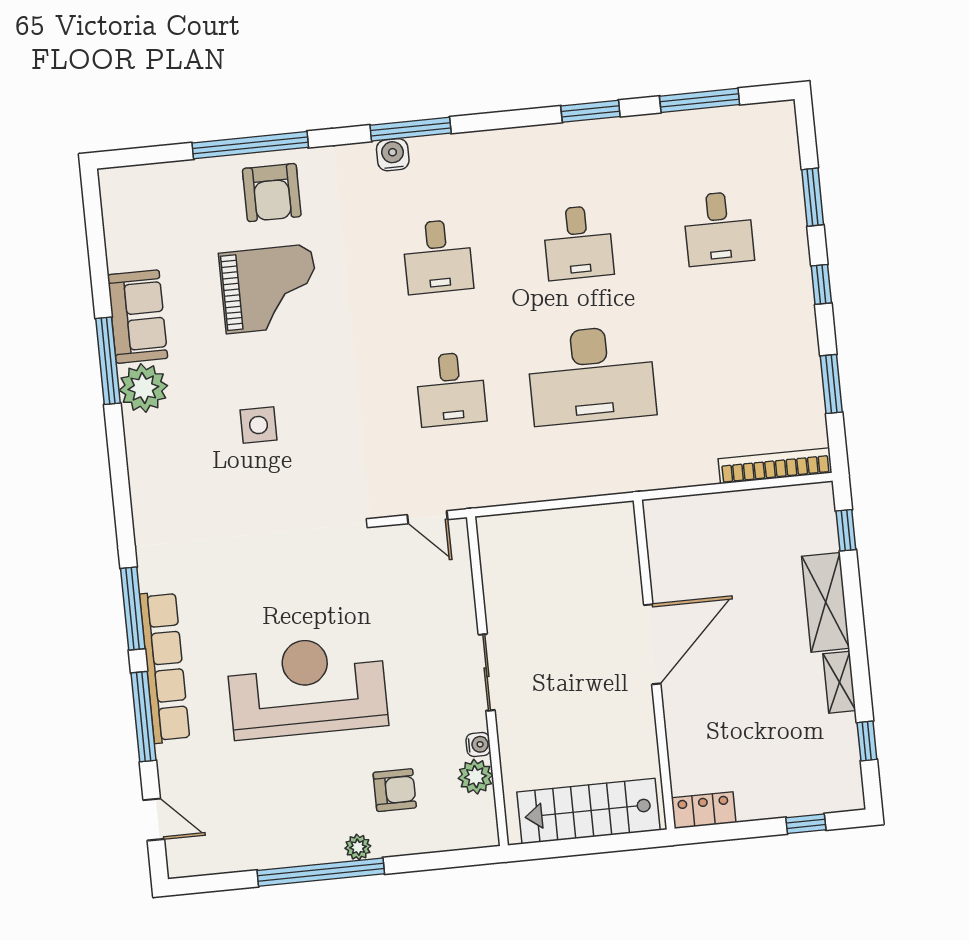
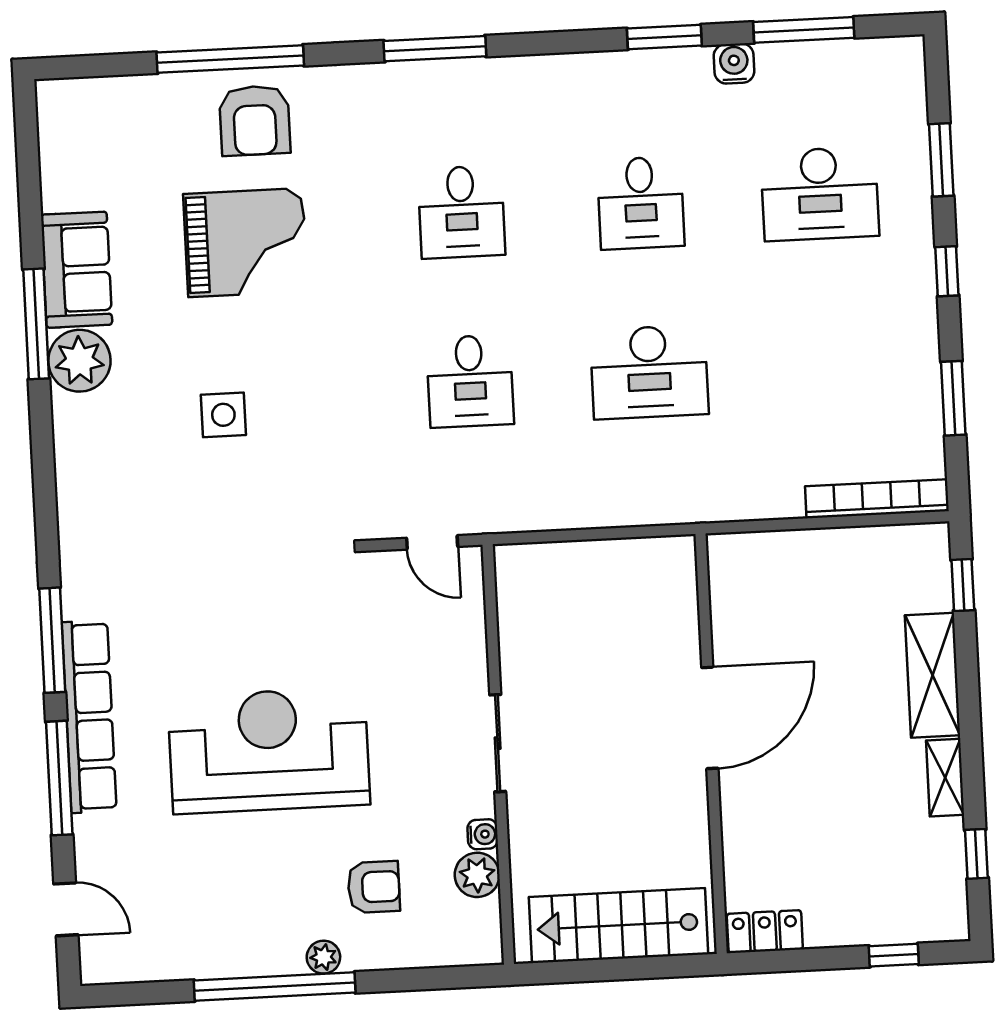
water cooler: (393, 155) -> (734, 64), moved
desk: (719, 228) -> (820, 194), width x1.37
desk: (591, 375) -> (649, 372), width x0.73, depth x0.77

